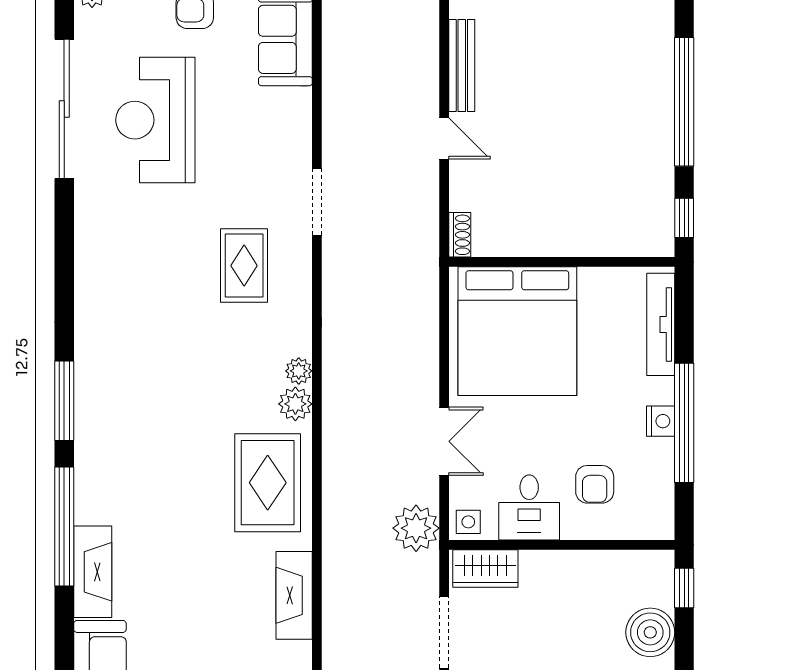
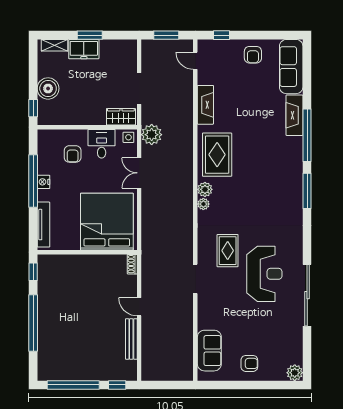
sliding door: (64, 109) -> (307, 295), moved
reception desk: (155, 120) -> (264, 274), moved
armchair: (595, 484) -> (73, 154), turned 180

